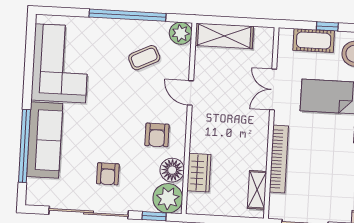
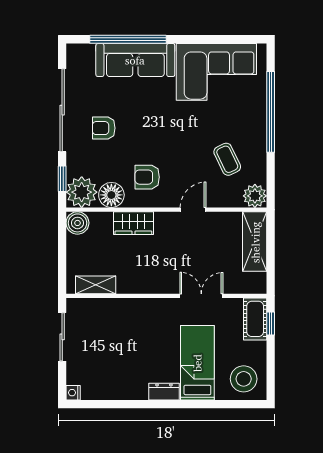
window: (128, 15) -> (271, 112), moved
window: (327, 26) -> (271, 323), moved
cot: (314, 40) -> (255, 319), moved
bookcase: (279, 159) -> (129, 306), removed
wardrobe: (199, 173) -> (133, 223), moved
boiler: (197, 204) -> (77, 223), added

